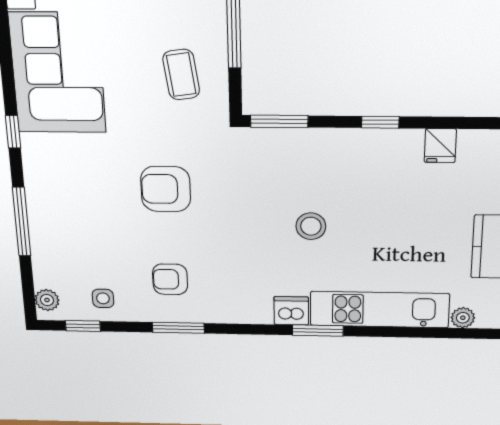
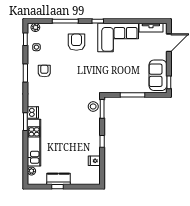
coffee table: (181, 75) -> (118, 78), removed
armchair: (166, 189) -> (76, 42), moved
stool: (311, 226) -> (93, 106), moved

